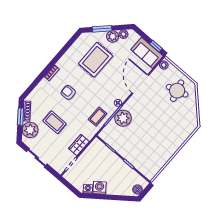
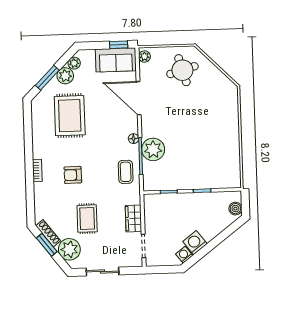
rug: (54, 122) -> (87, 219), turned 90

